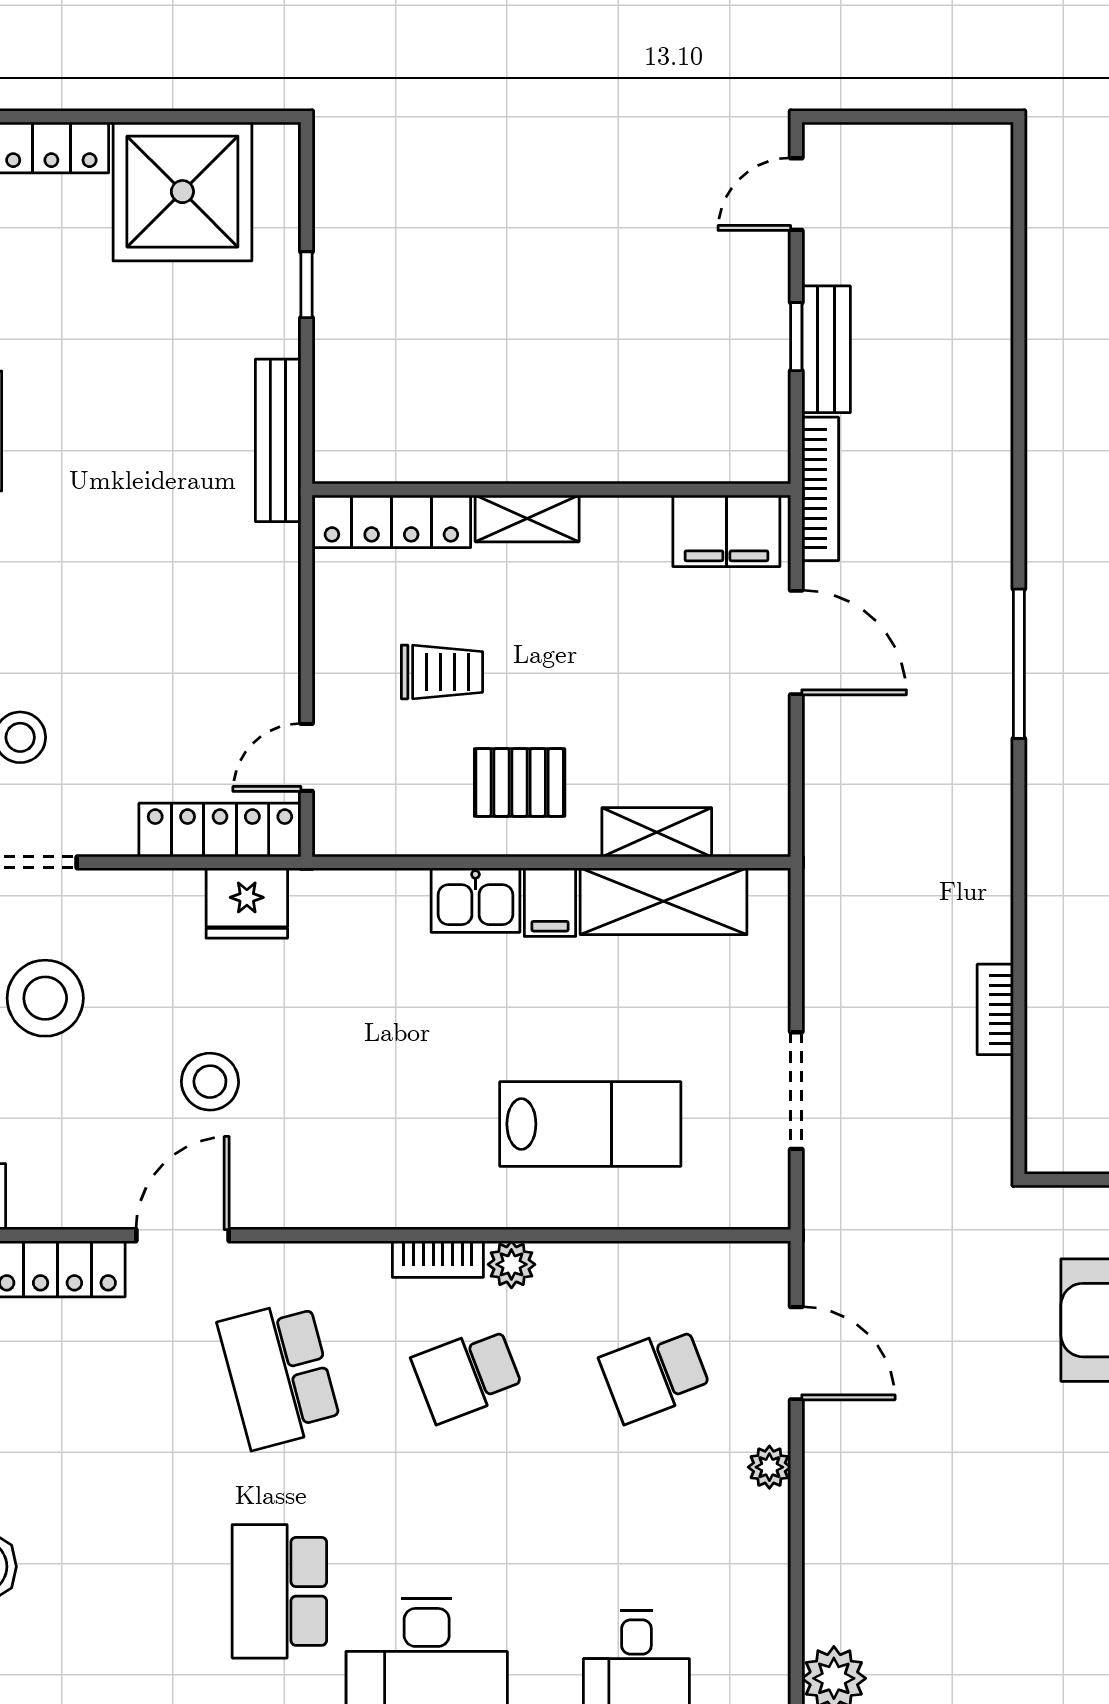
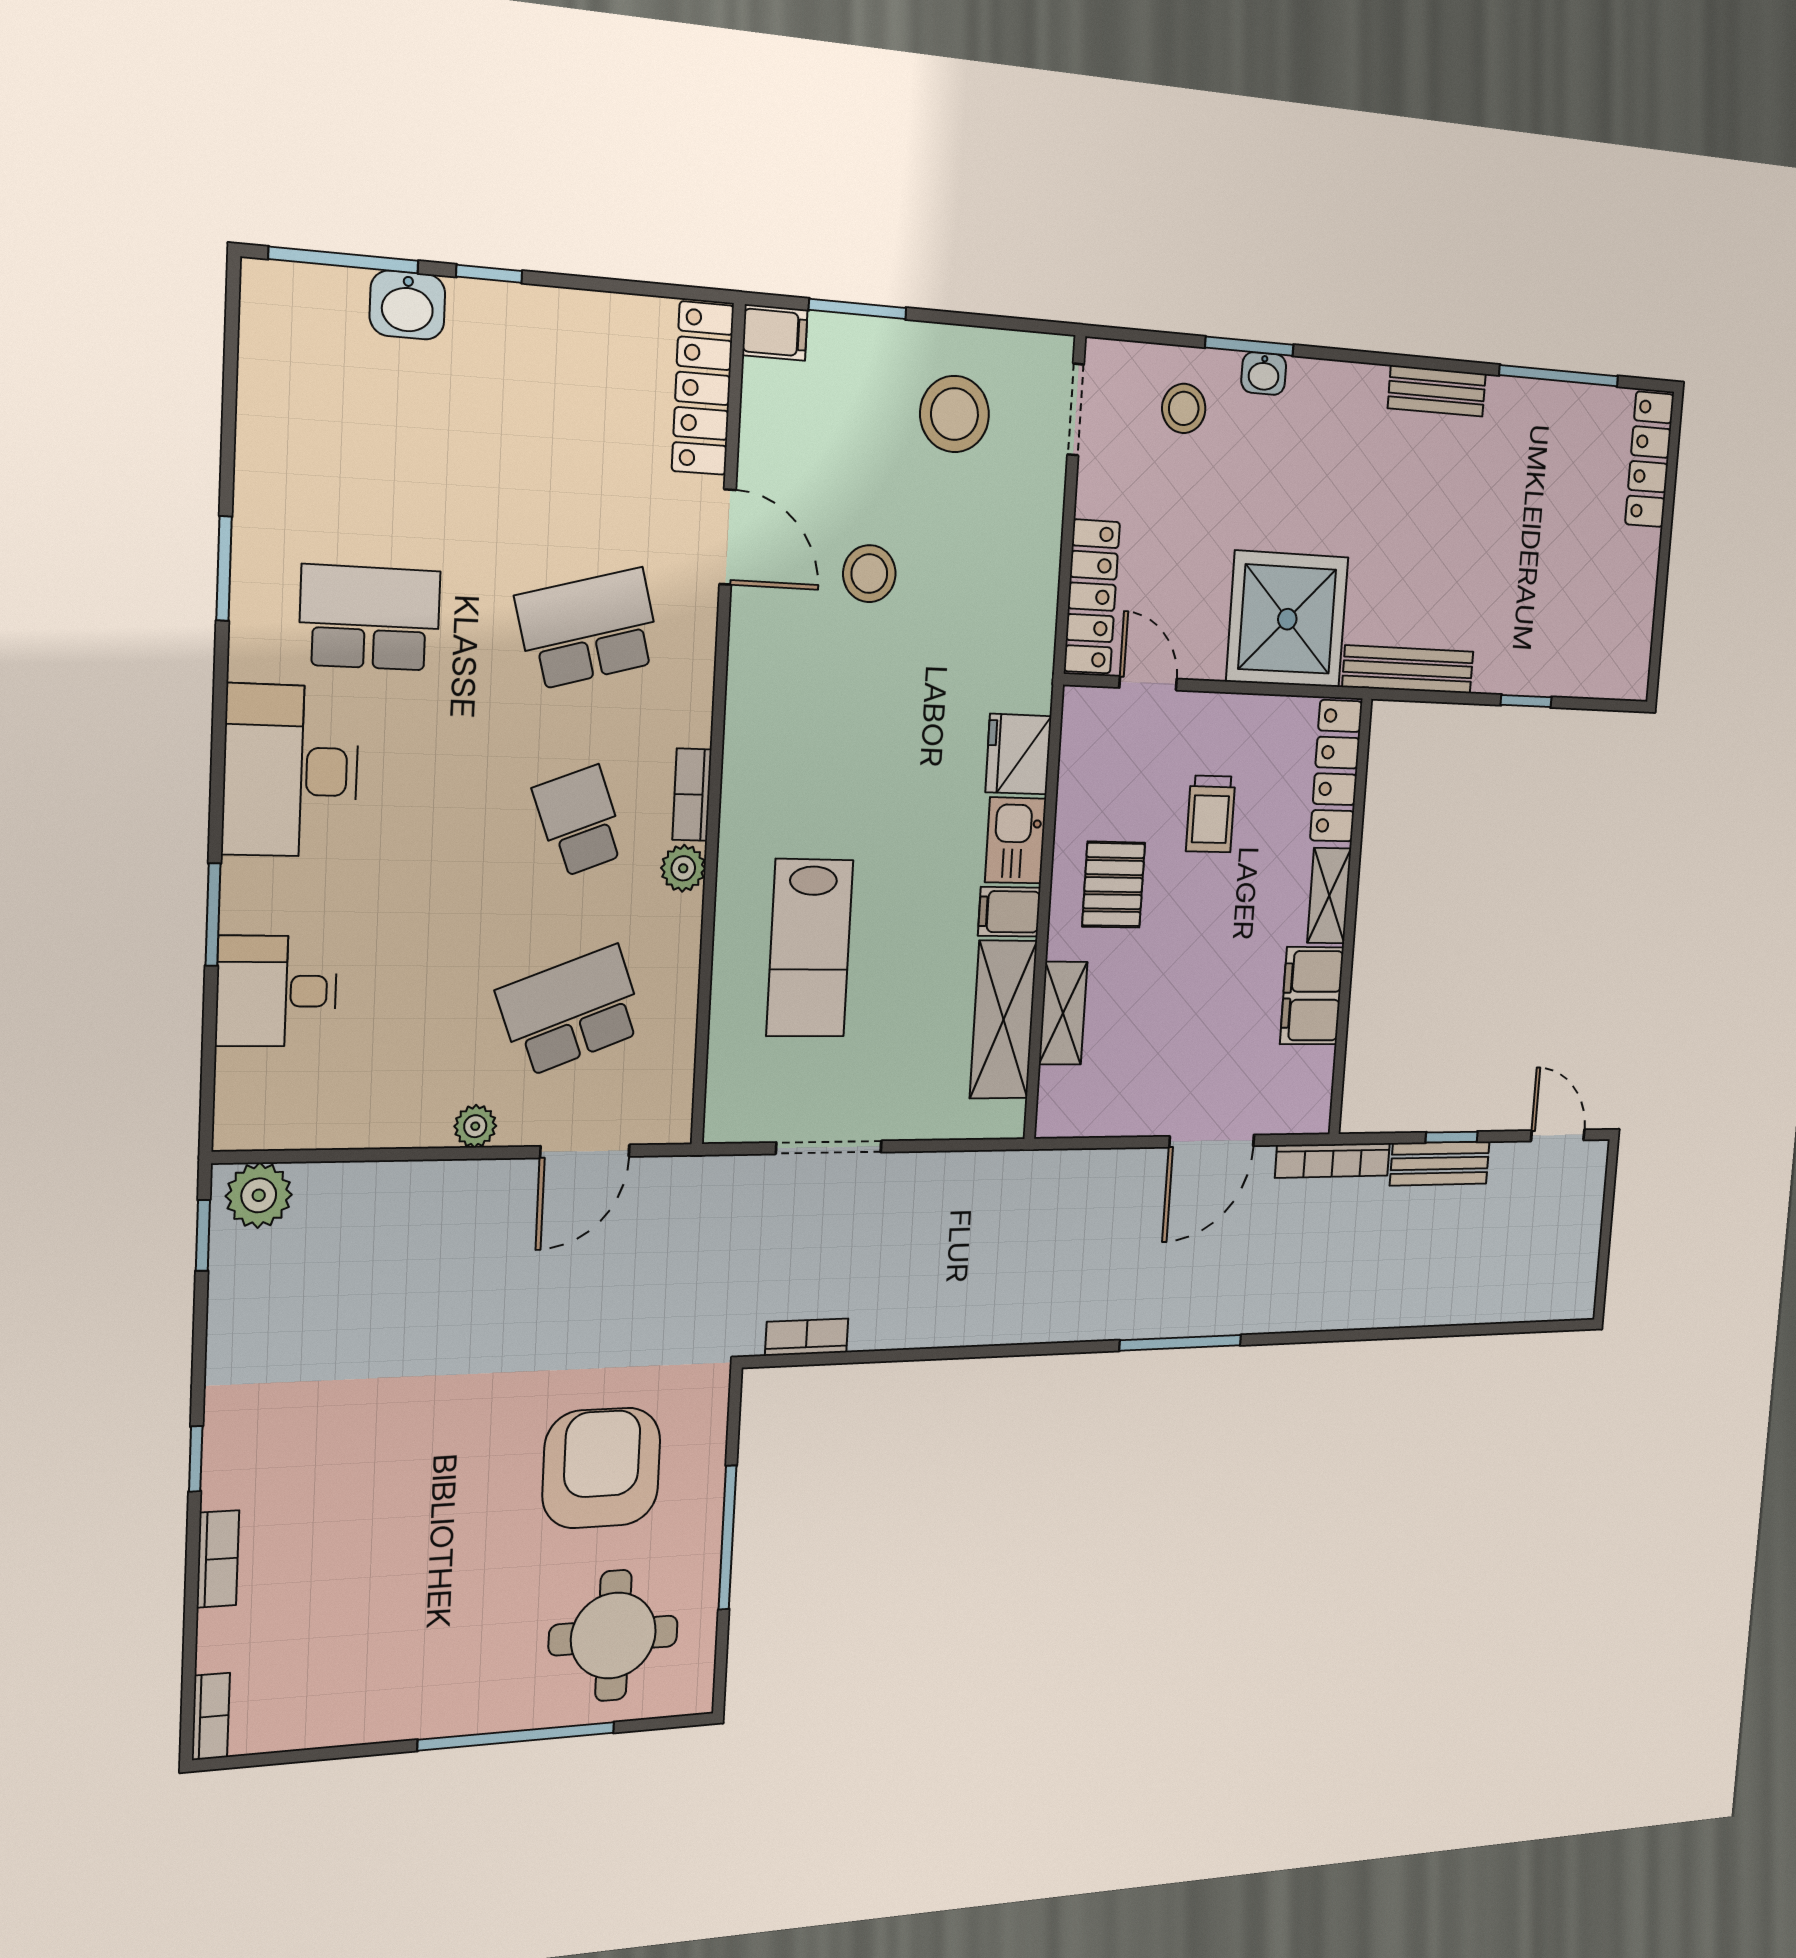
shower: (182, 192) -> (1287, 619), moved
filing cabinet: (726, 531) -> (1312, 996), moved
fridge: (247, 903) -> (1018, 754), moved
bookcase: (995, 1009) -> (807, 1337), moved
school desk: (655, 1374) -> (571, 1011), width x1.85

